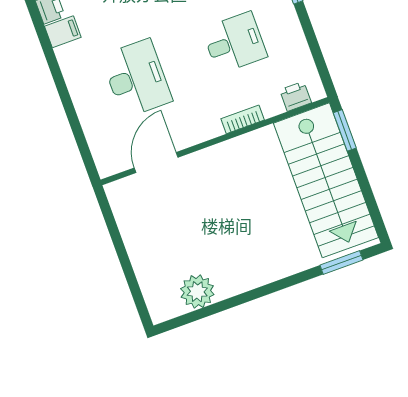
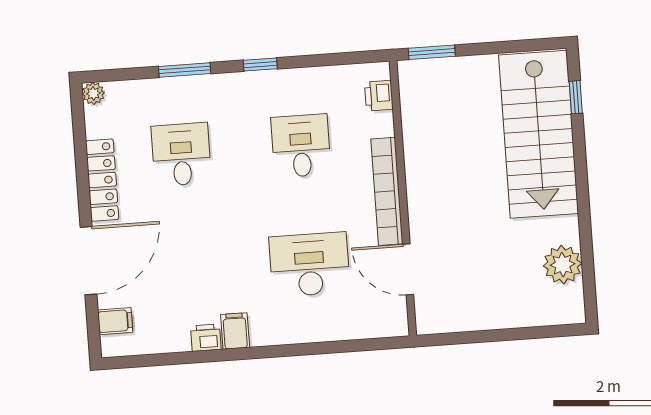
bookcase: (243, 119) -> (387, 191), width x2.31, depth x1.31
stairs: (326, 180) -> (539, 134), moved, turned 90
window: (341, 263) -> (576, 97), width x0.67

